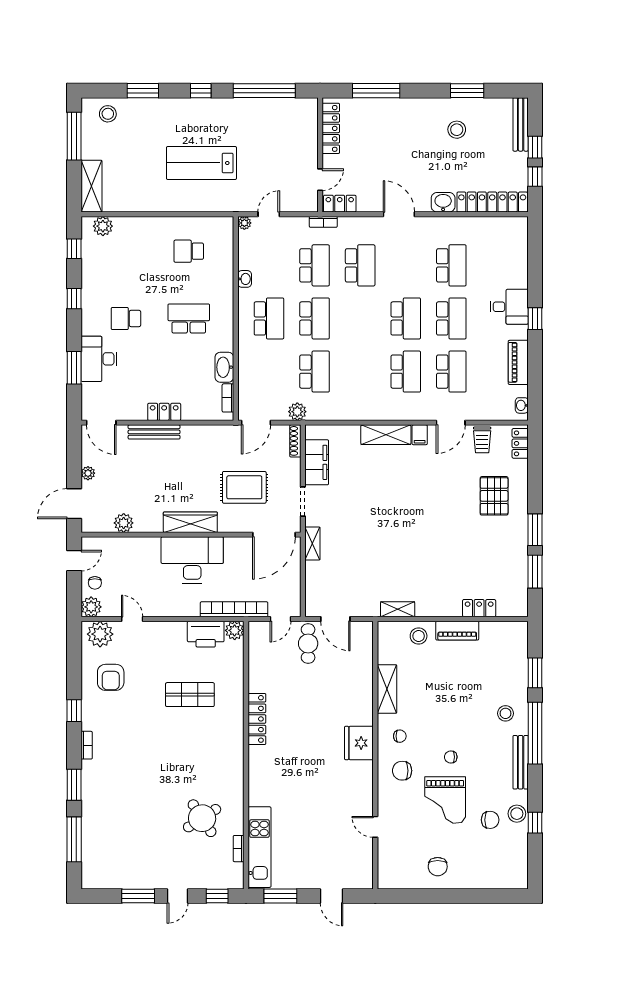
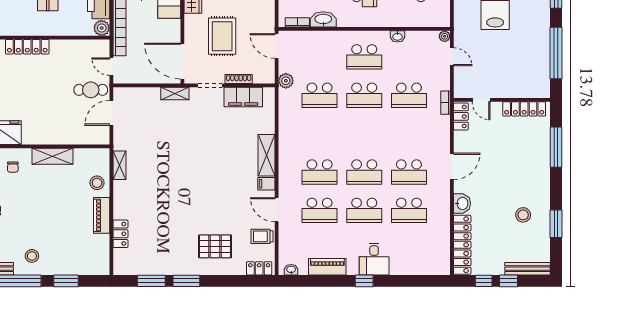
school desk: (360, 265) -> (409, 172), moved
shoe rack: (295, 441) -> (239, 79), moved

